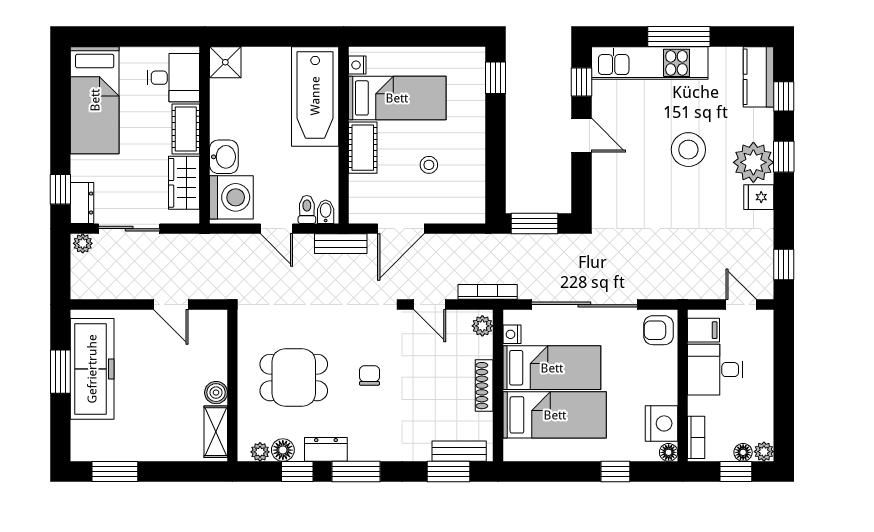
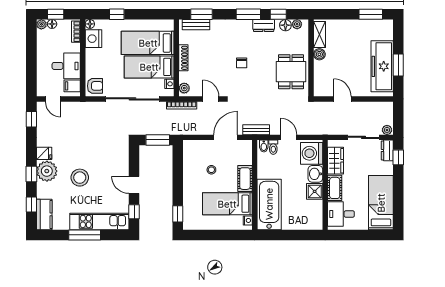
shower: (225, 62) -> (315, 191), moved
dining table: (294, 378) -> (291, 72), moved, turned 90

